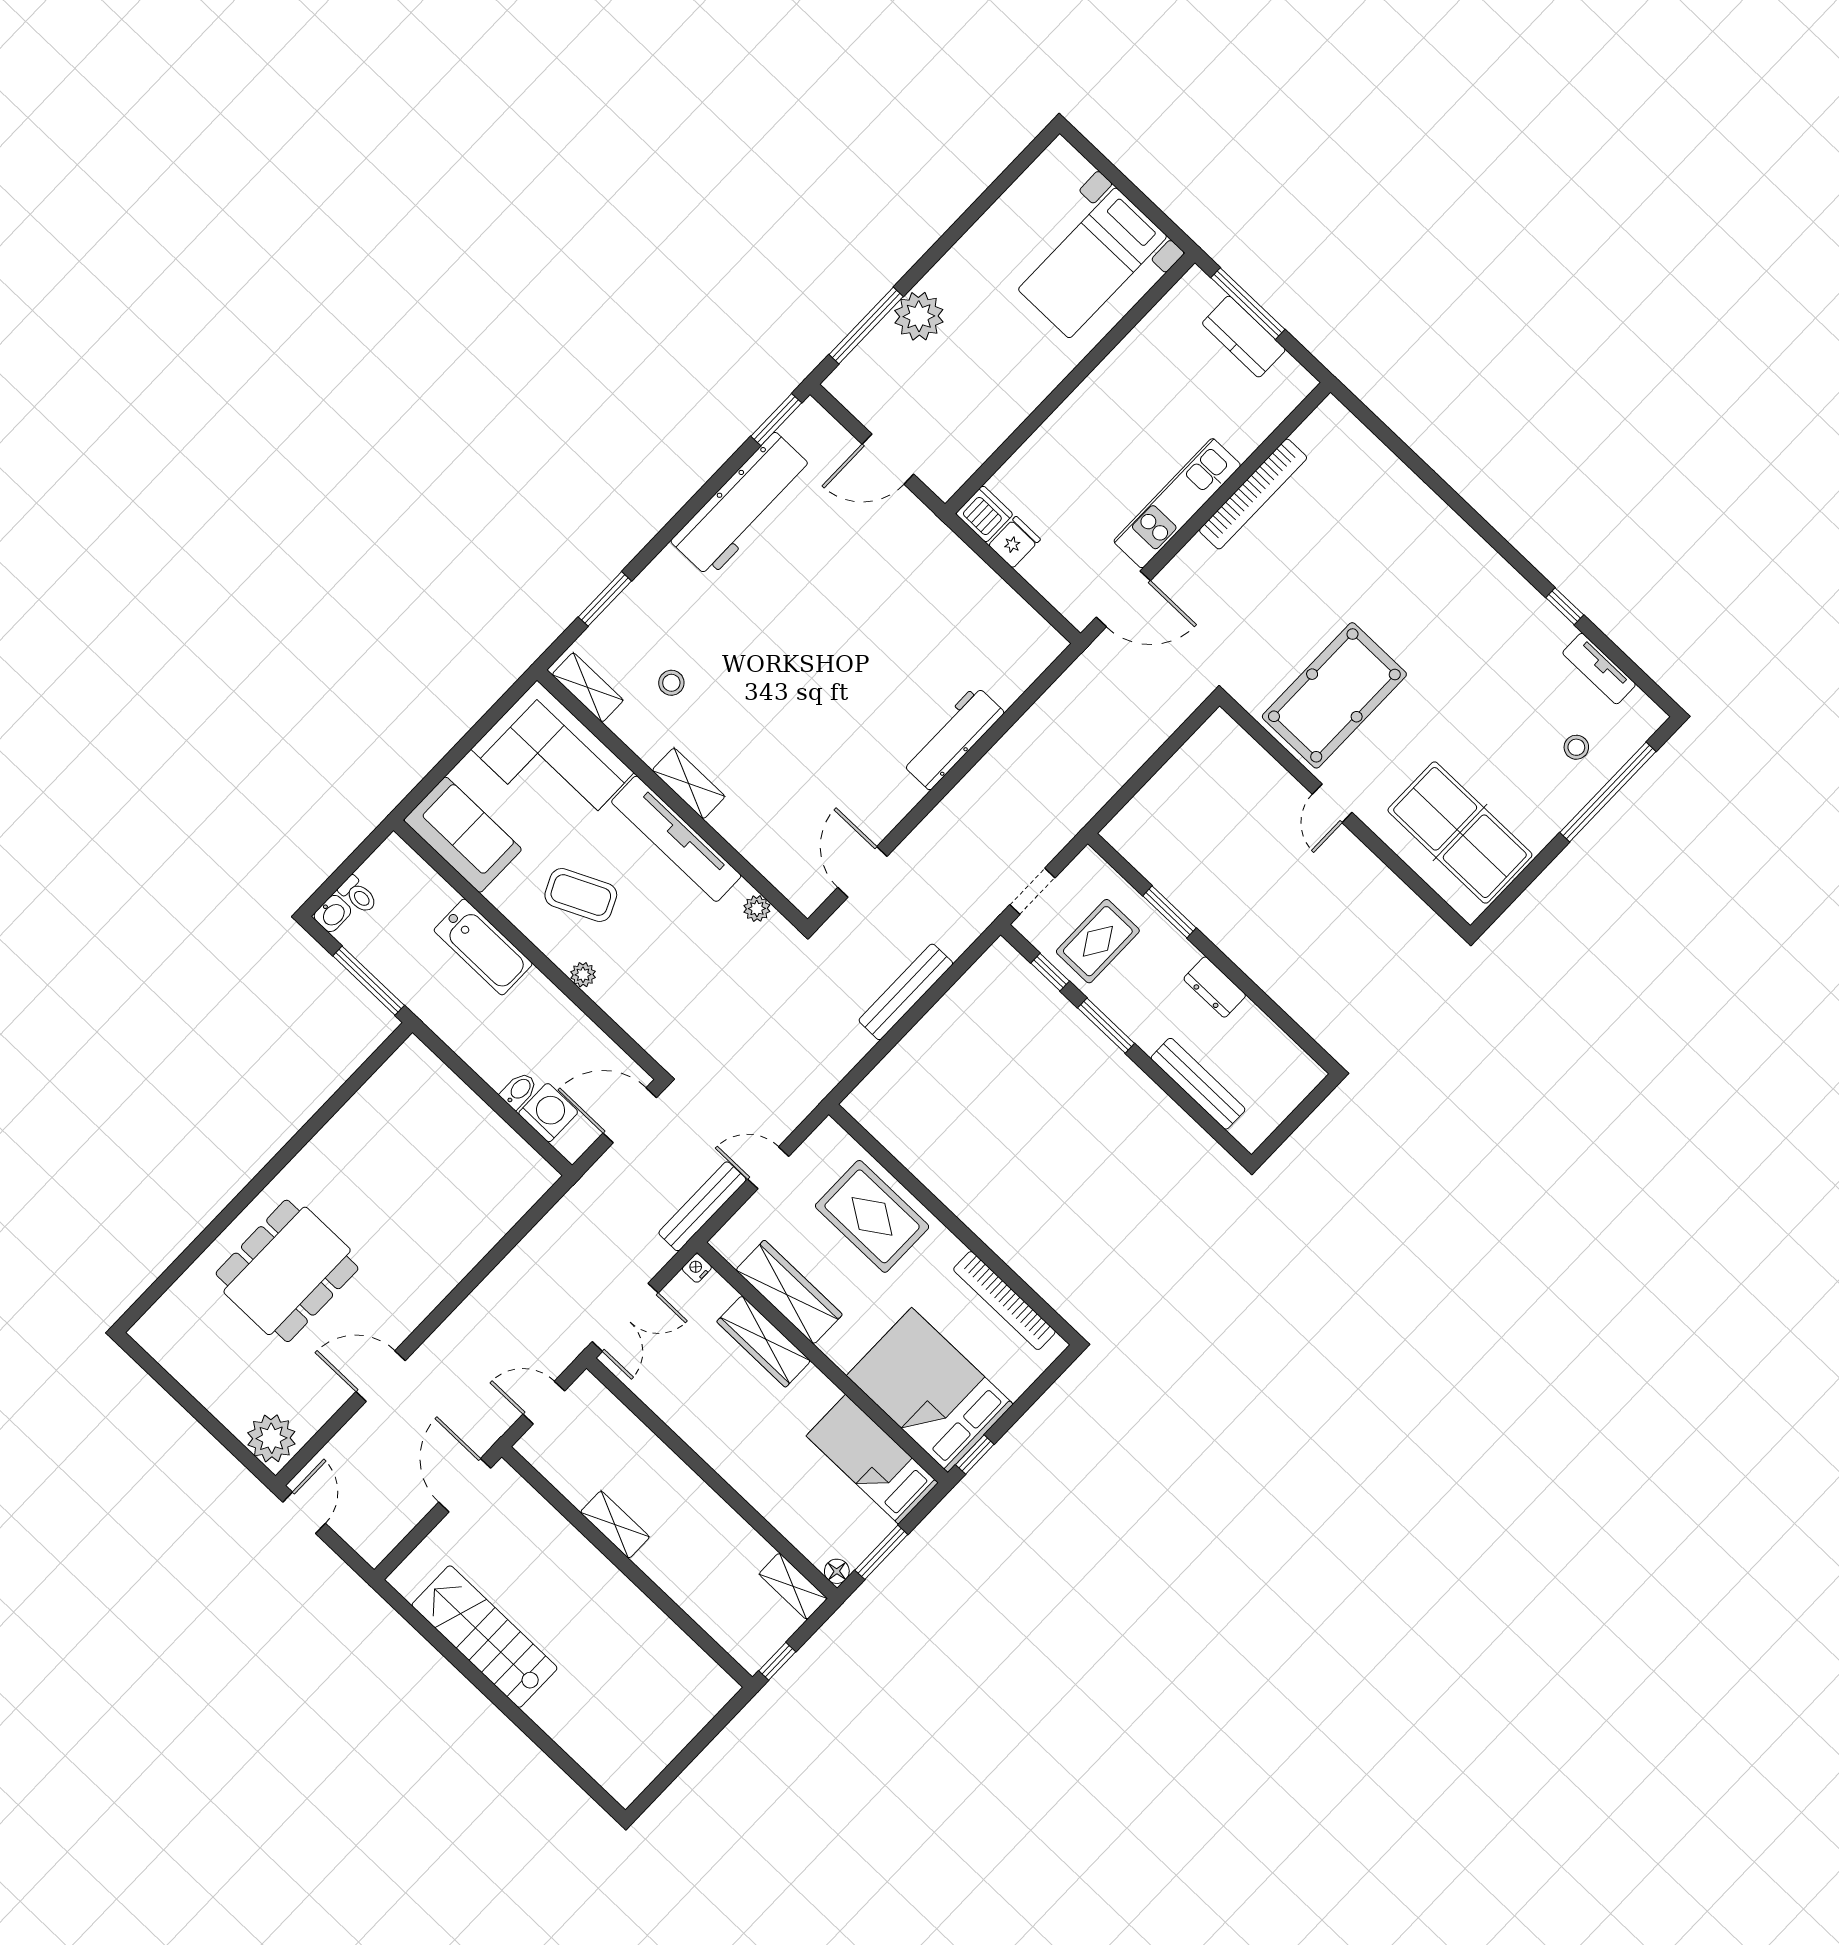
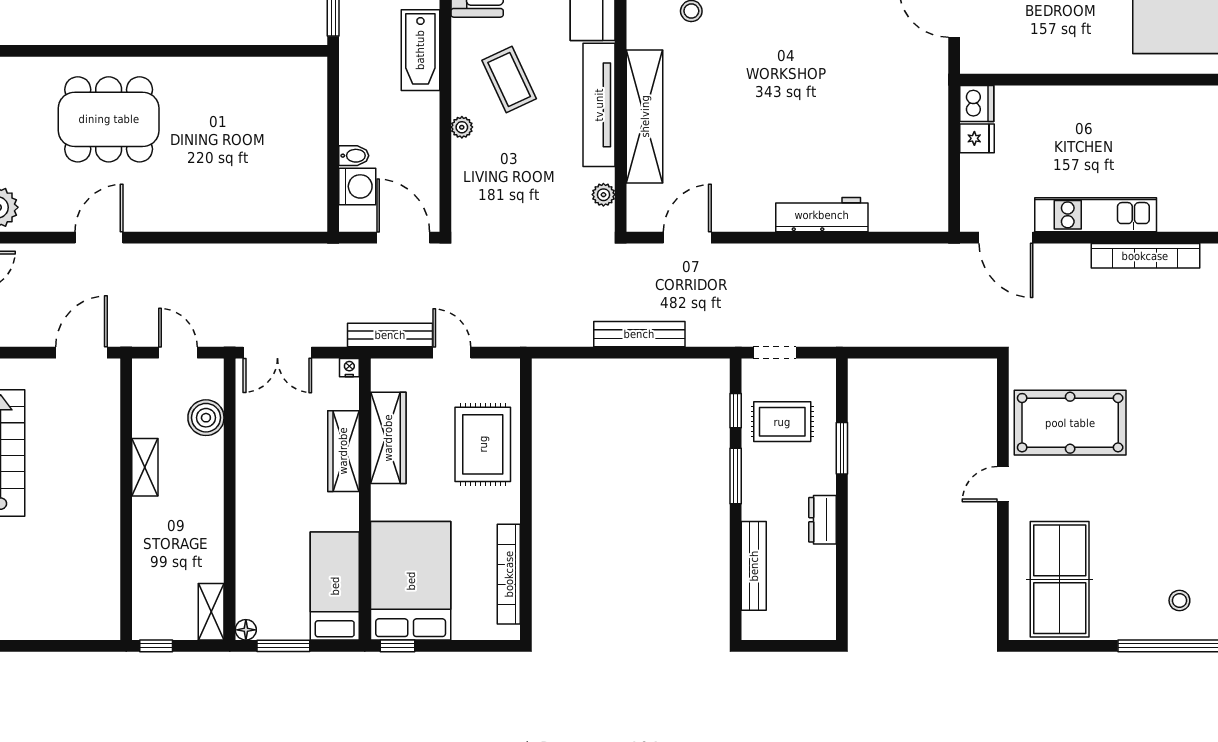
shelving: (689, 783) -> (645, 116), width x2.20, depth x1.33
door: (381, 1376) -> (99, 238), hinge flipped
boiler: (622, 1432) -> (206, 418), added

